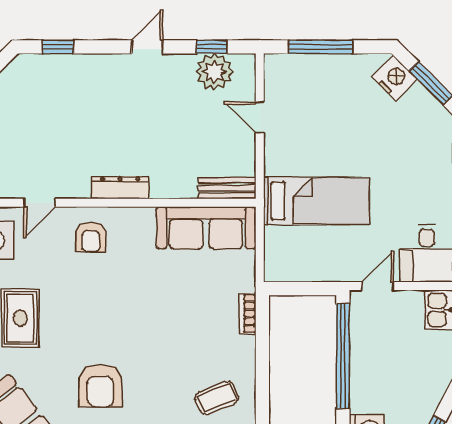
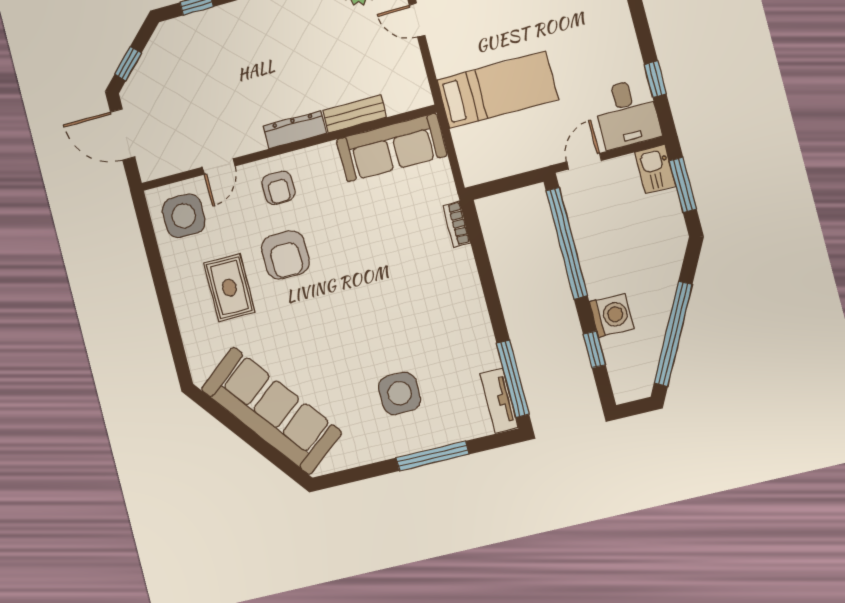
bench: (227, 188) -> (355, 114), moved
armchair: (100, 386) -> (285, 255), moved
coffee table: (217, 398) -> (448, 319), removed

